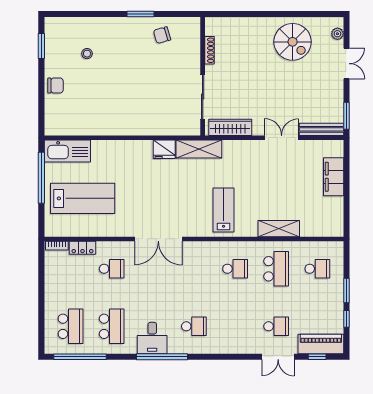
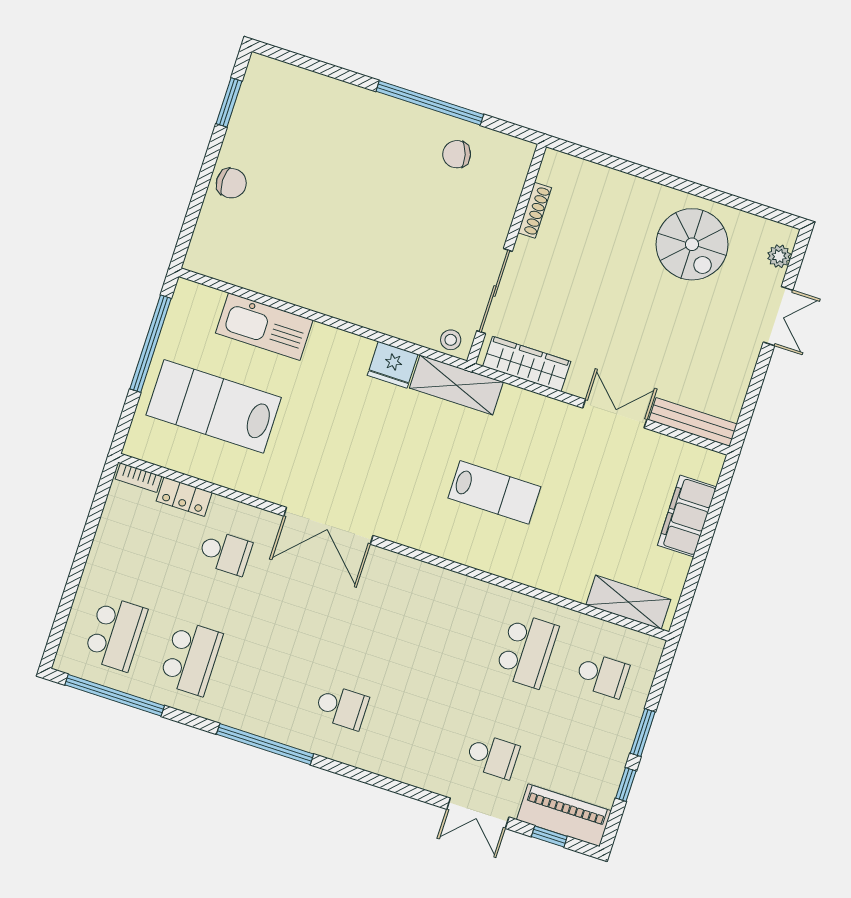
window: (141, 14) -> (430, 103), width x2.11
stool: (87, 54) -> (451, 340), moved
window: (346, 116) -> (747, 412), removed
kitchen sink: (67, 151) -> (264, 327), moved
lab bench: (83, 198) -> (214, 406), turned 180
lab bench: (224, 210) -> (494, 492), moved, turned 90
shelving: (279, 229) -> (628, 602), moved
school desk: (235, 269) -> (451, 626), removed
desk: (152, 338) -> (258, 704), removed

